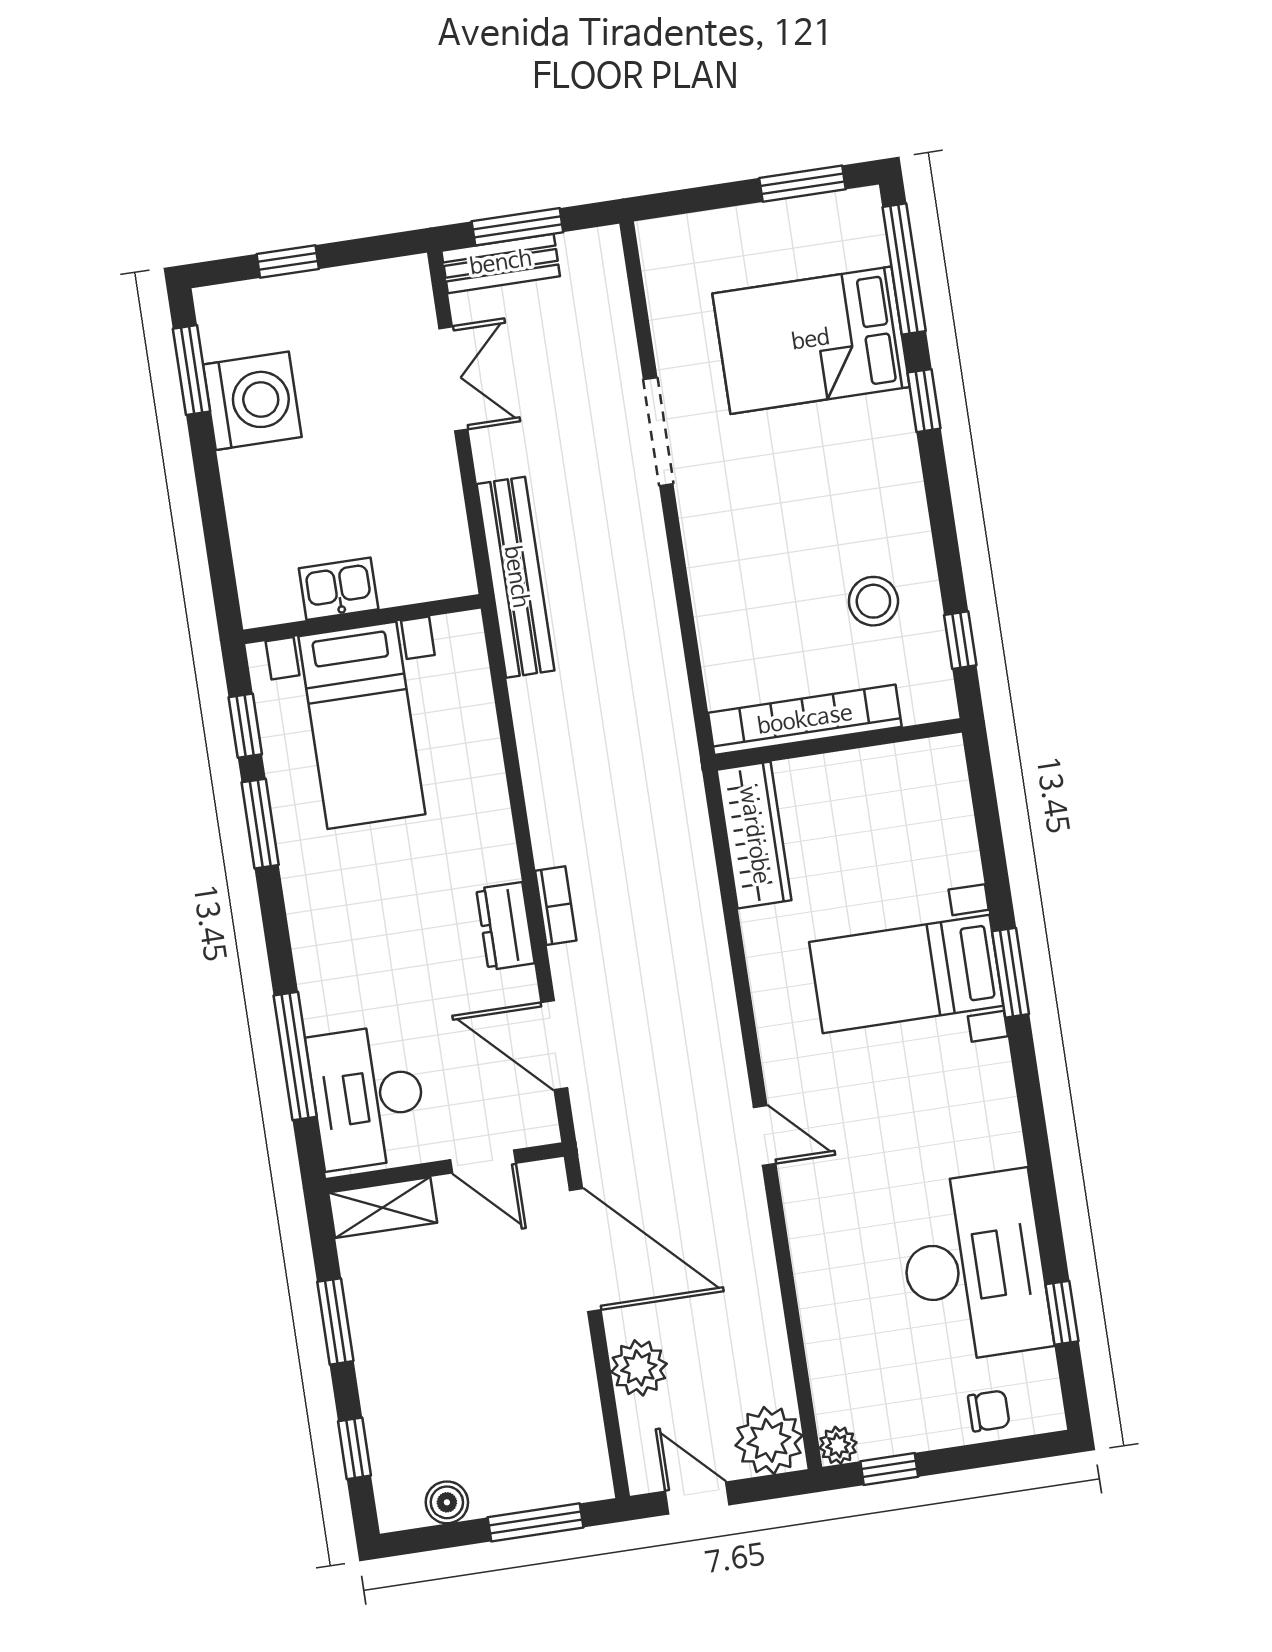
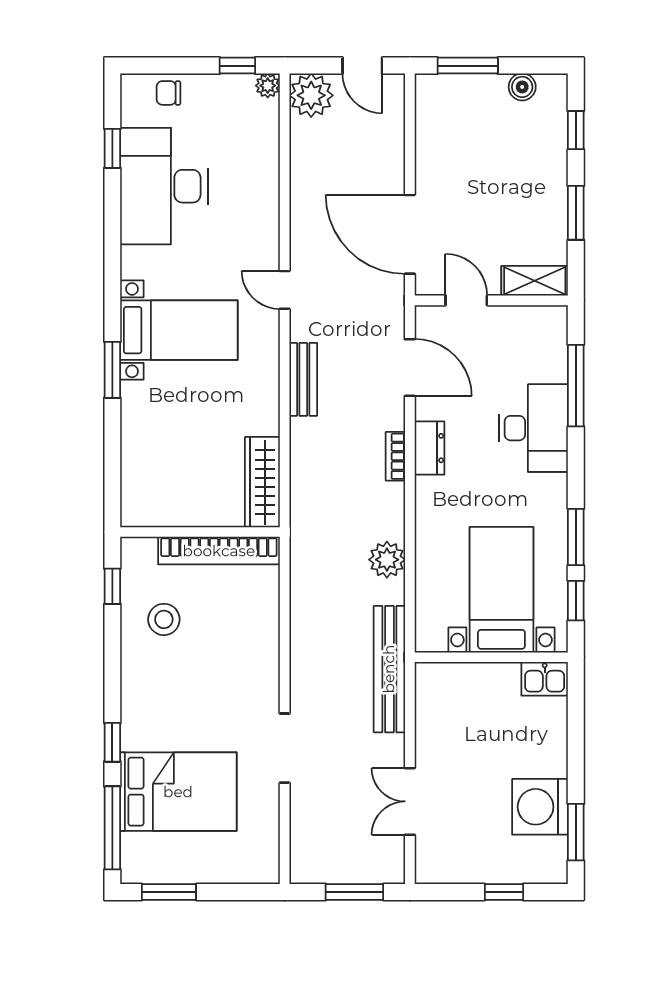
bench: (501, 263) -> (303, 379), moved, turned 90
kitchen sink: (339, 589) -> (545, 679), moved
bed with nightstands: (906, 974) -> (179, 330), moved
desk: (368, 1097) -> (533, 428), moved
plant: (639, 1368) -> (387, 560), moved

